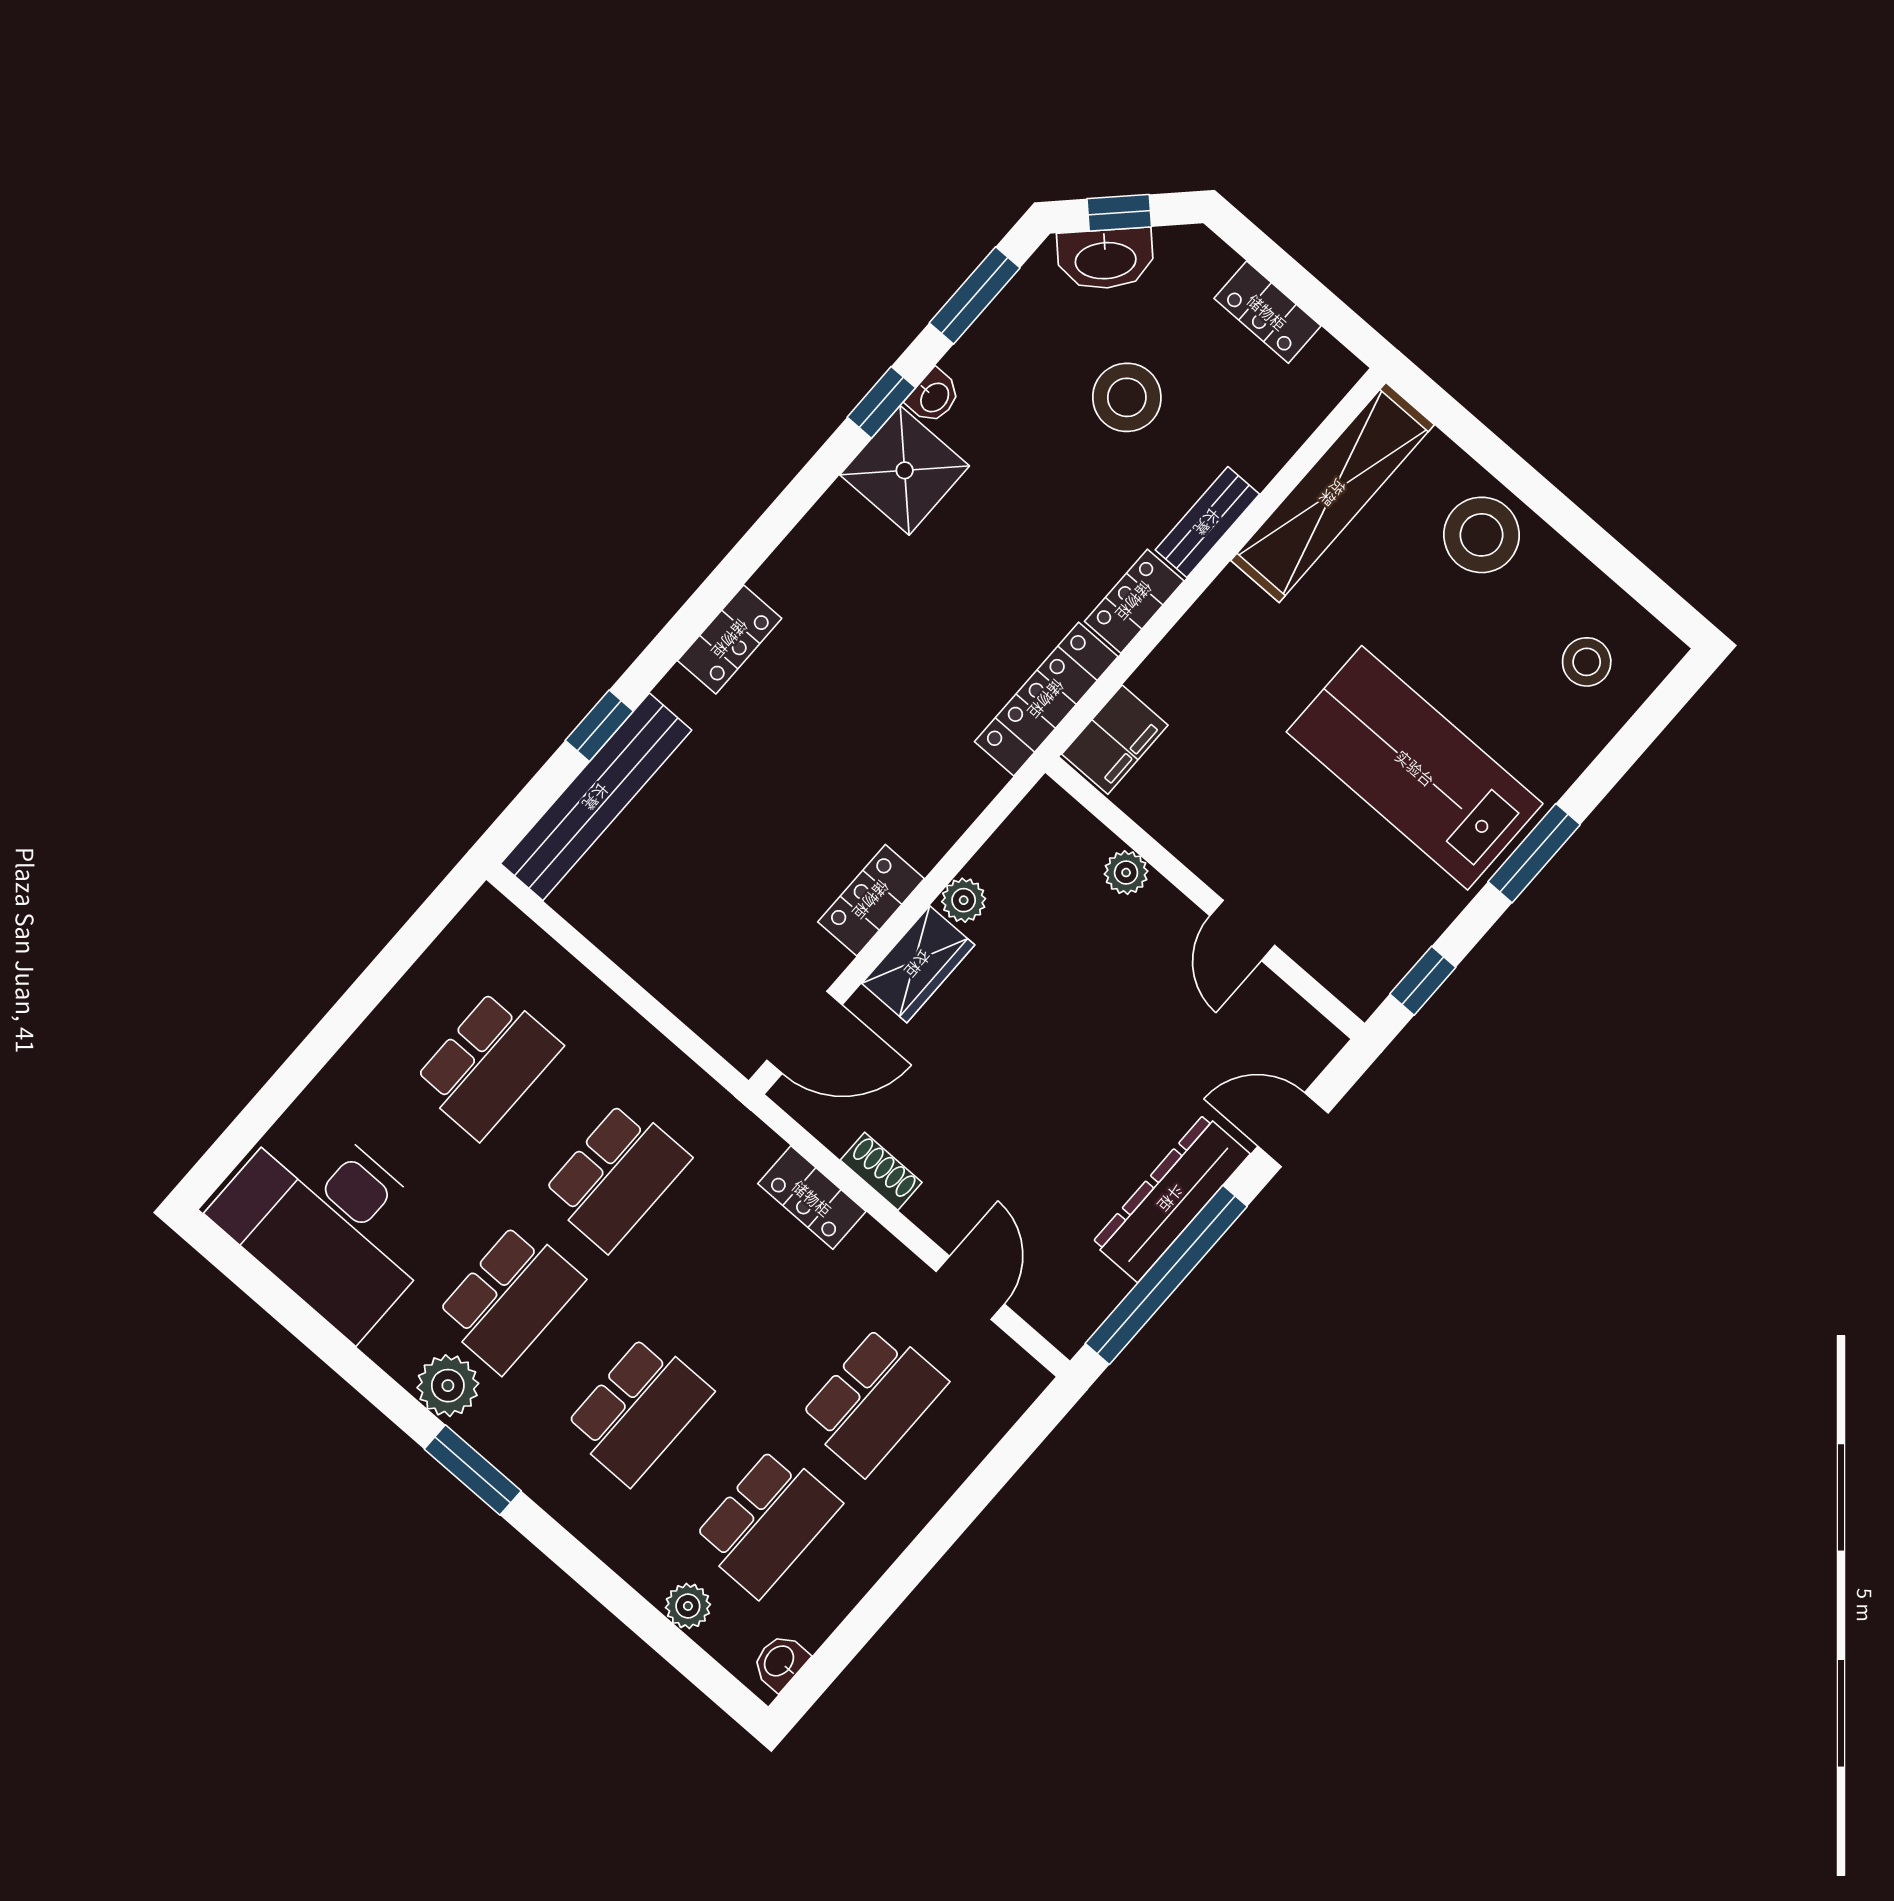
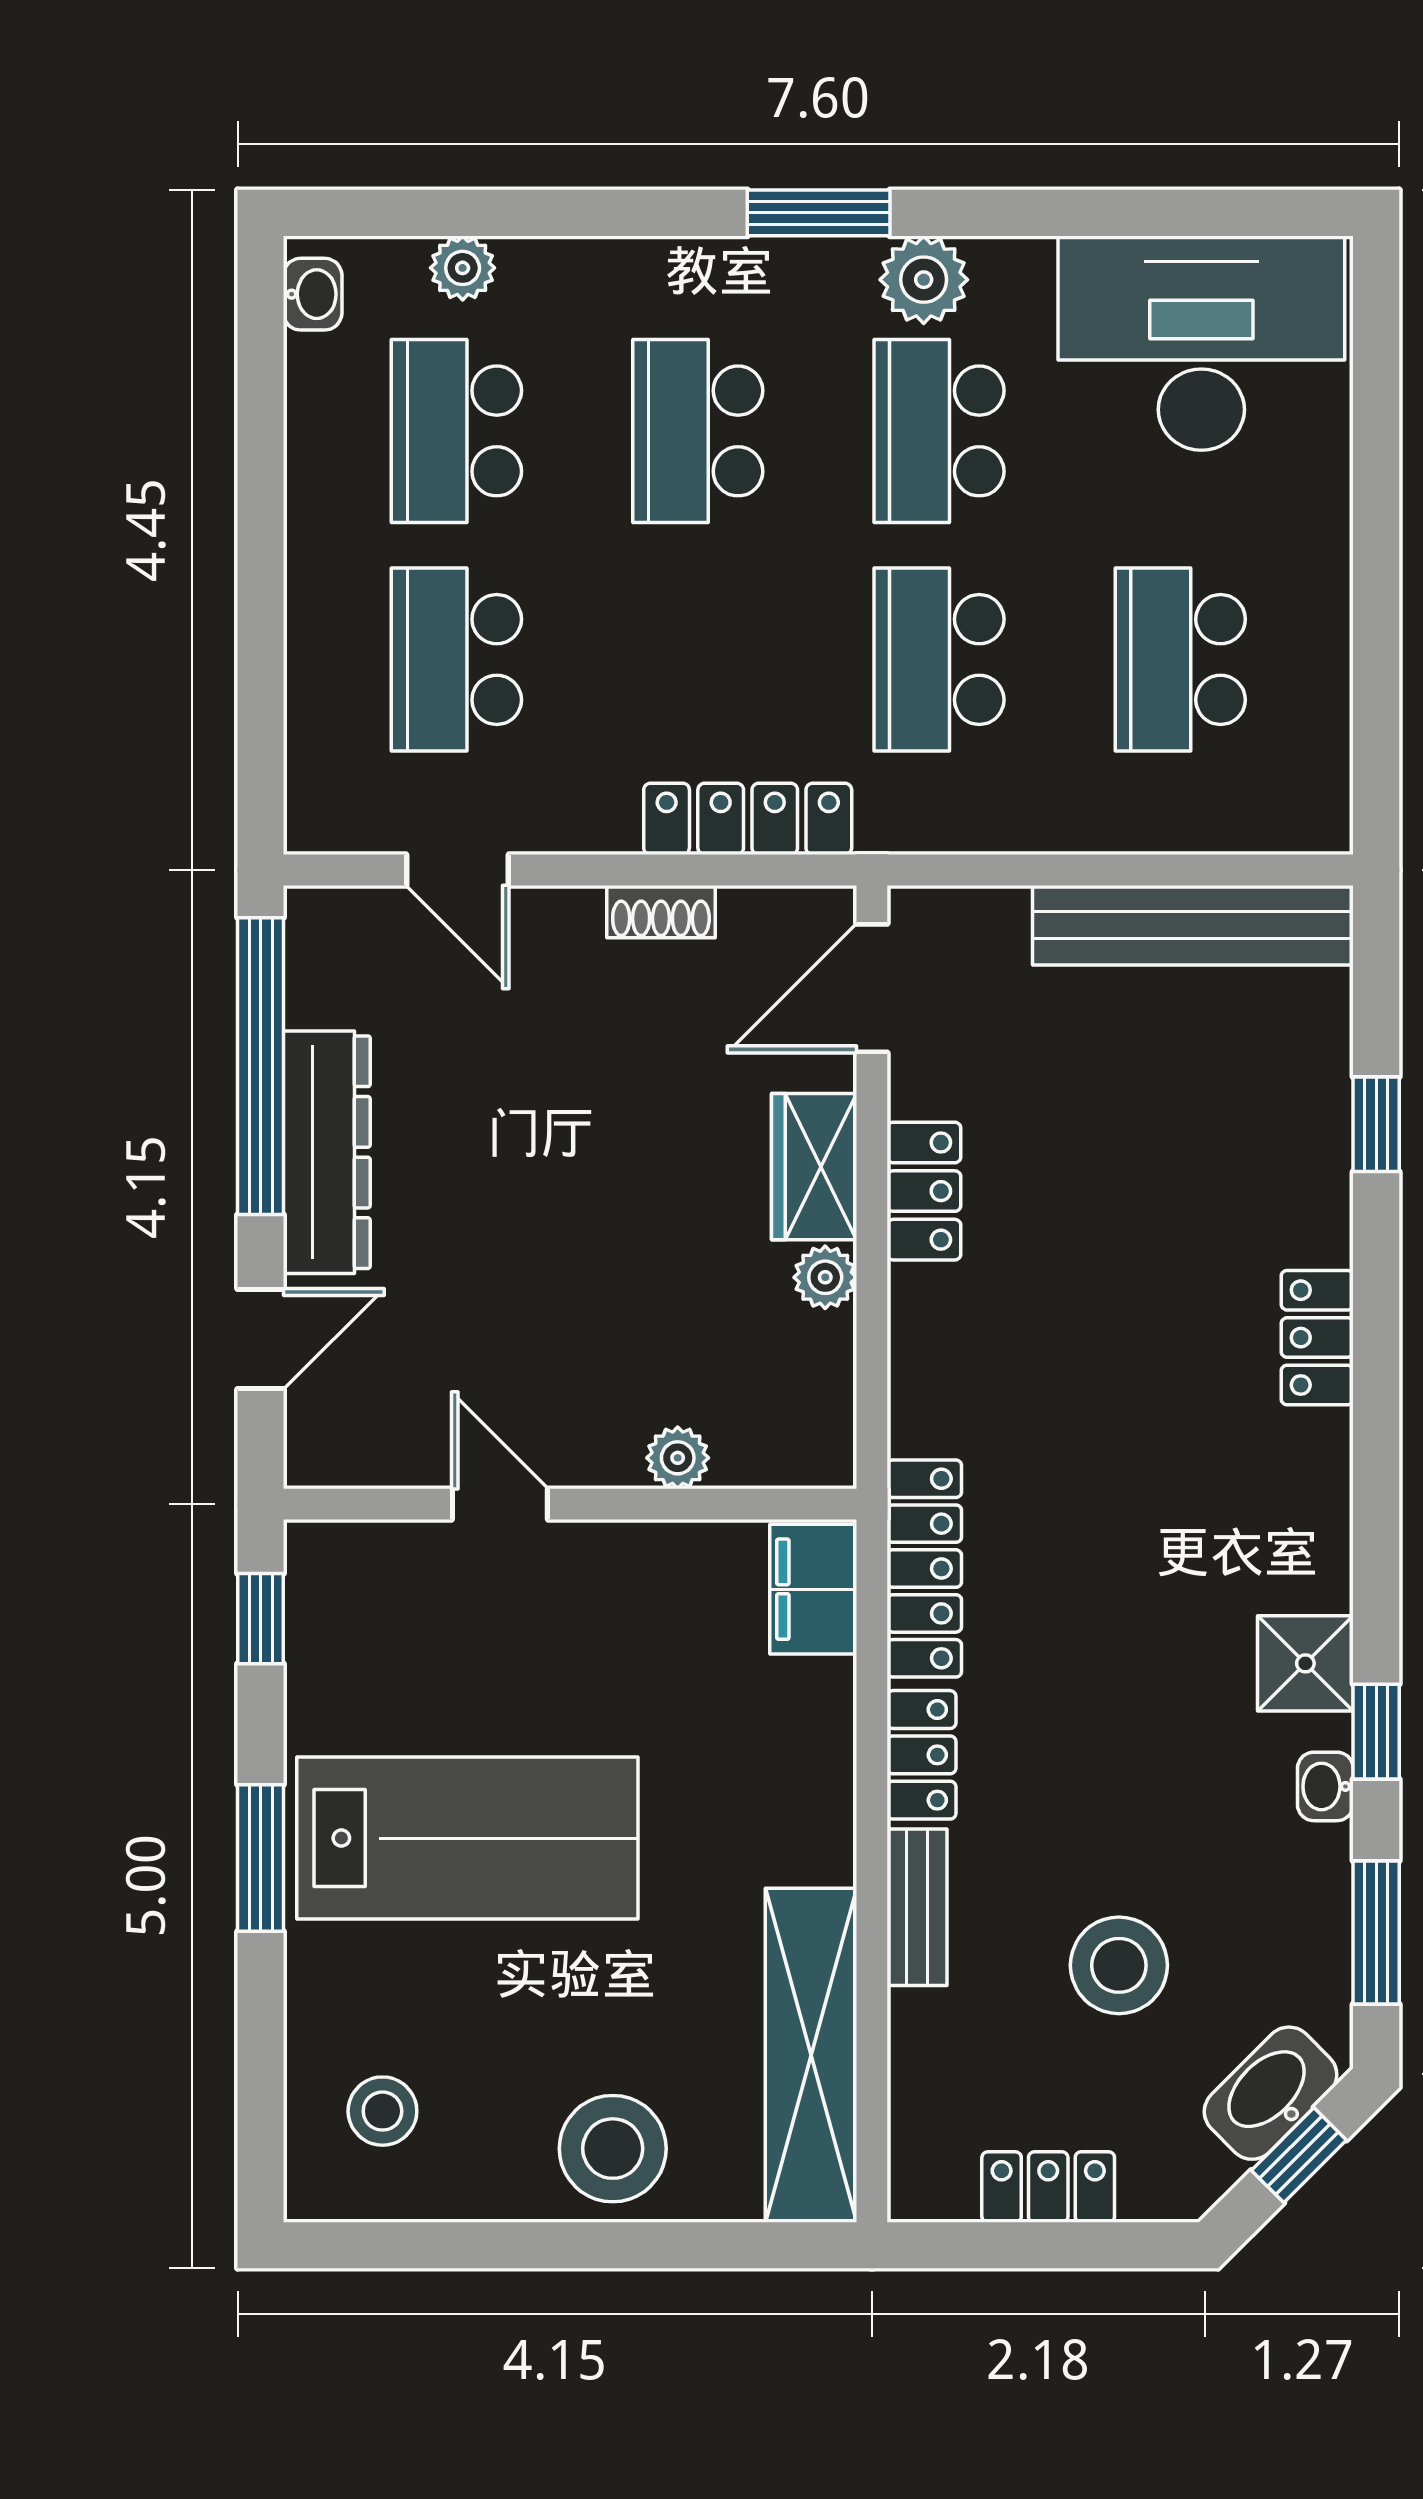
shower: (905, 470) -> (1305, 1663), width x0.73, depth x0.73
bench: (596, 797) -> (1193, 925), moved, turned 90
locker: (812, 1198) -> (748, 819), width x1.53

